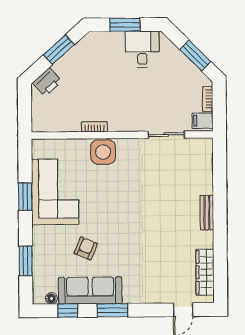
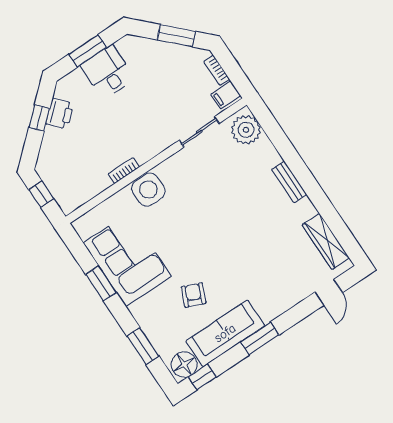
desk: (142, 49) -> (108, 72), moved
window: (59, 50) -> (39, 118), width x0.67
printer: (47, 82) -> (60, 114), moved
window: (25, 105) -> (41, 194), added
plant: (201, 155) -> (246, 130), added
floor lamp: (51, 298) -> (184, 365), width x1.89, depth x1.89
window: (68, 311) -> (202, 377), moved

